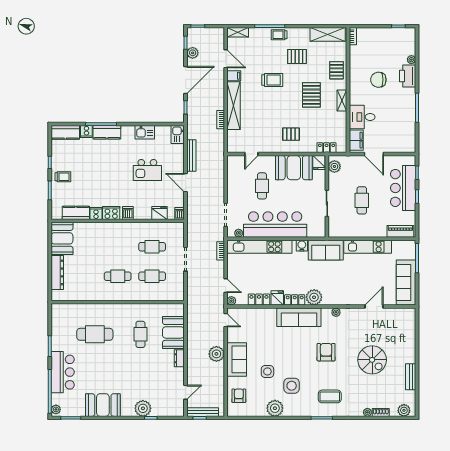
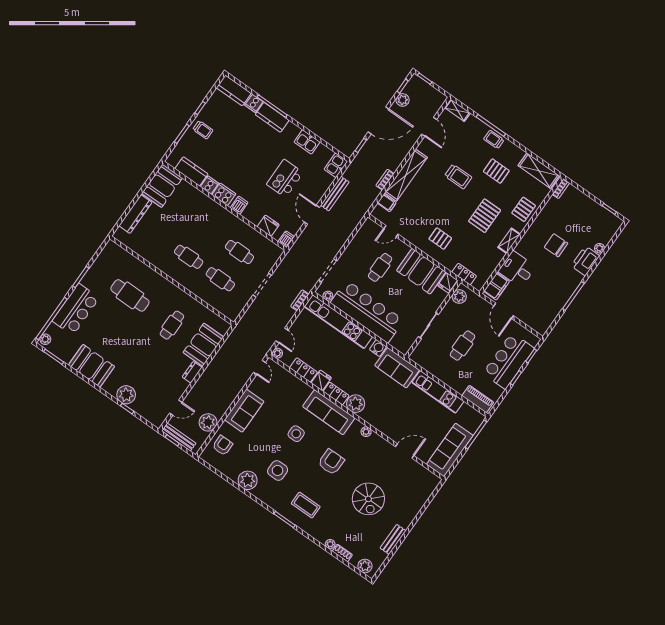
filing cabinet: (234, 76) -> (387, 203), moved
kitchen island: (147, 170) -> (285, 178), turned 90
plant: (216, 354) -> (208, 422), moved
side table: (267, 371) -> (296, 434), moved

